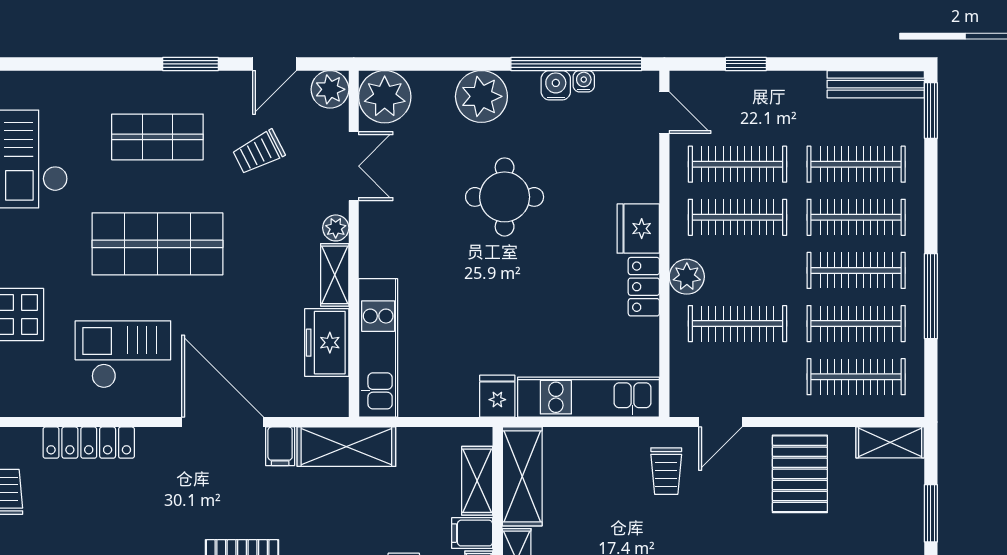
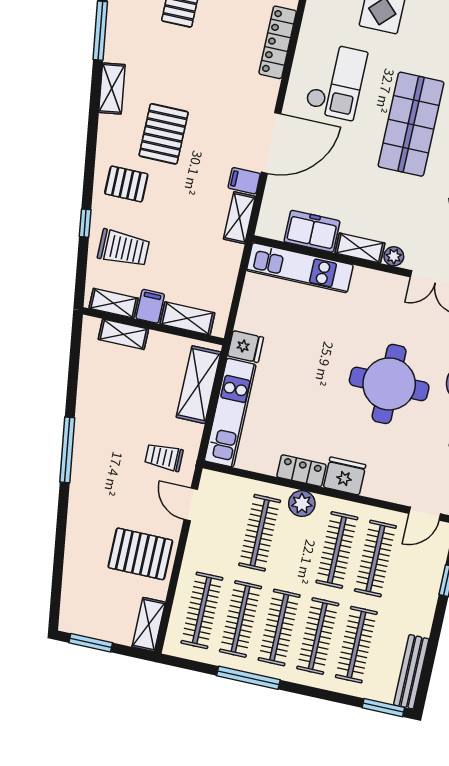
round table: (505, 197) -> (389, 384), width x1.36, depth x1.36
shelving: (346, 447) -> (239, 218), width x0.67, depth x0.75
shelving: (522, 476) -> (199, 385), moved, turned 90

